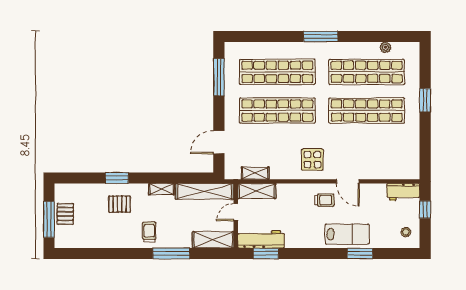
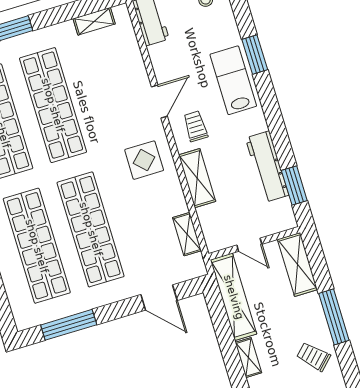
shelving: (414, 154) -> (94, 21), added
shelving: (257, 191) -> (197, 178), moved
trolley: (149, 232) -> (314, 357), turned 45
workbench: (261, 239) -> (267, 167), moved

